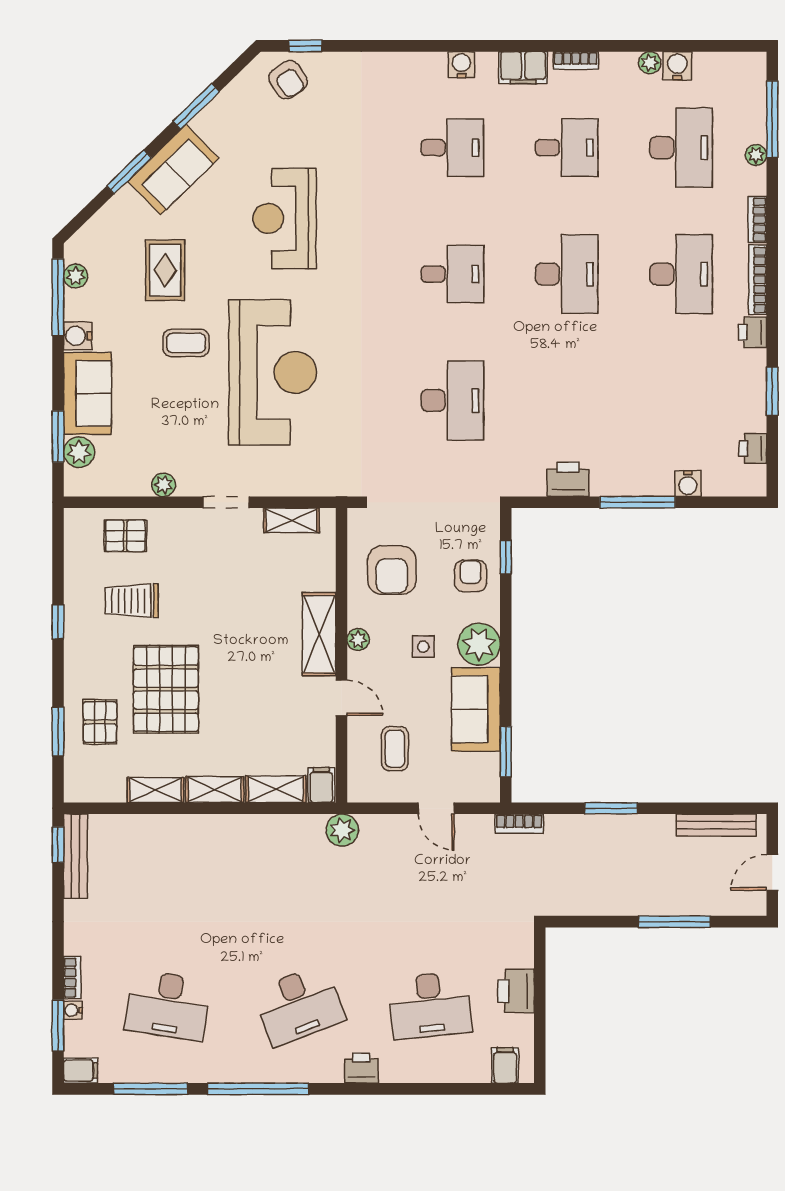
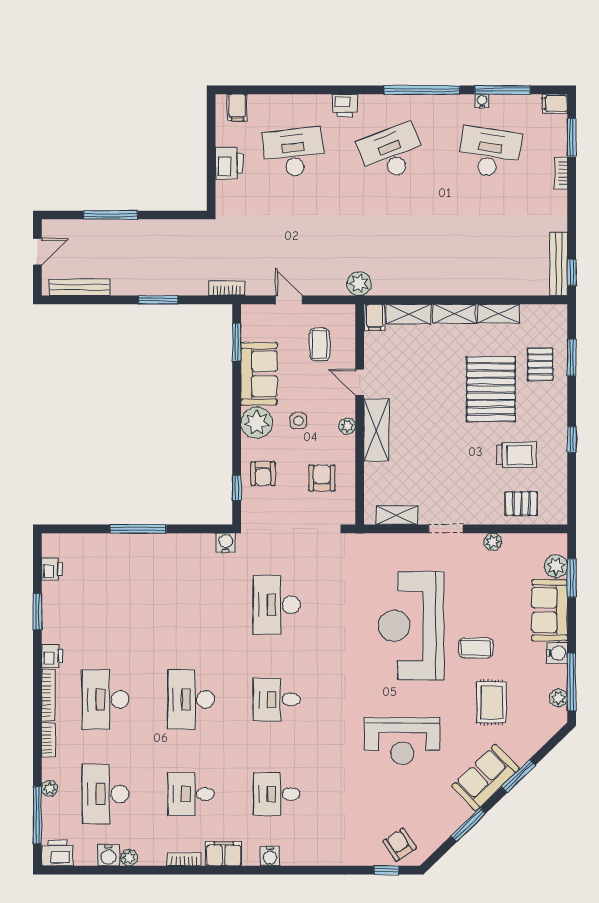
reception desk: (285, 218) -> (402, 741), turned 90
printer: (568, 479) -> (57, 853), moved, turned 180
water cooler: (688, 484) -> (226, 543), moved
armchair: (392, 570) -> (322, 478), width x0.72, depth x0.72
water cooler: (73, 1010) -> (482, 101), moved, turned -90

